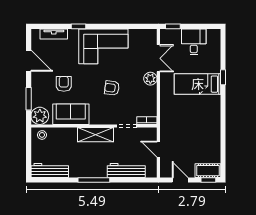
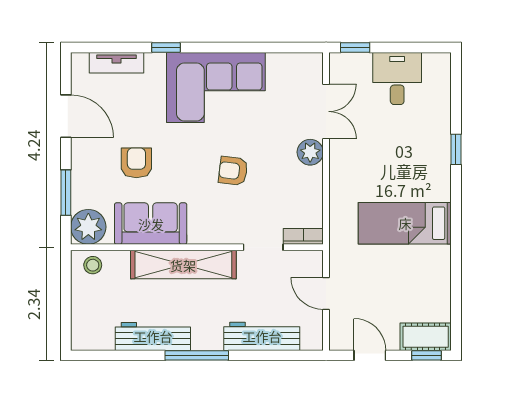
bed: (198, 84) -> (405, 223), moved
shelving: (96, 135) -> (183, 265), width x1.47
workbench: (50, 170) -> (153, 336), moved

